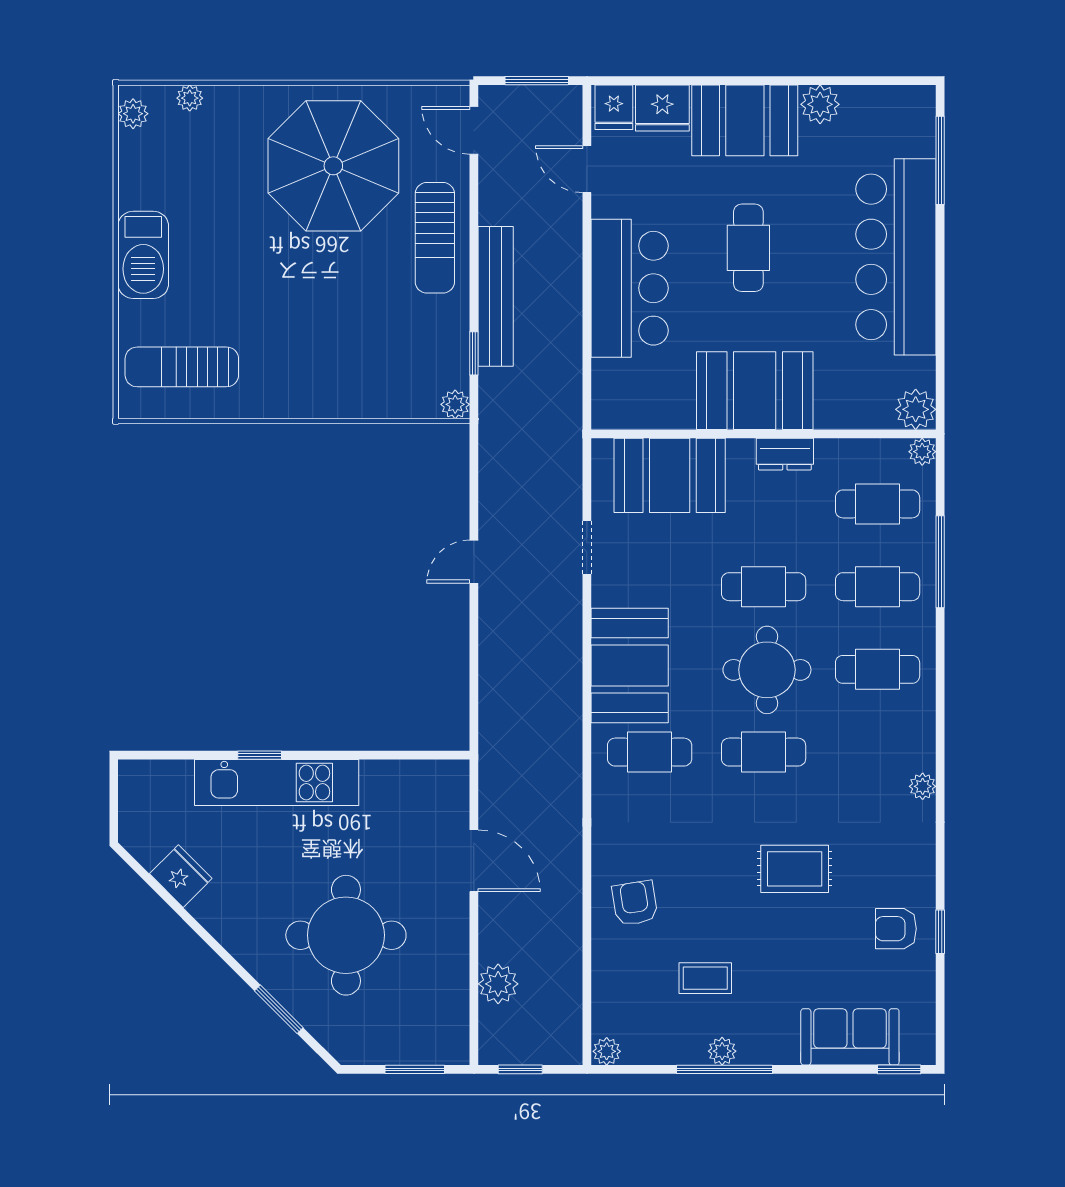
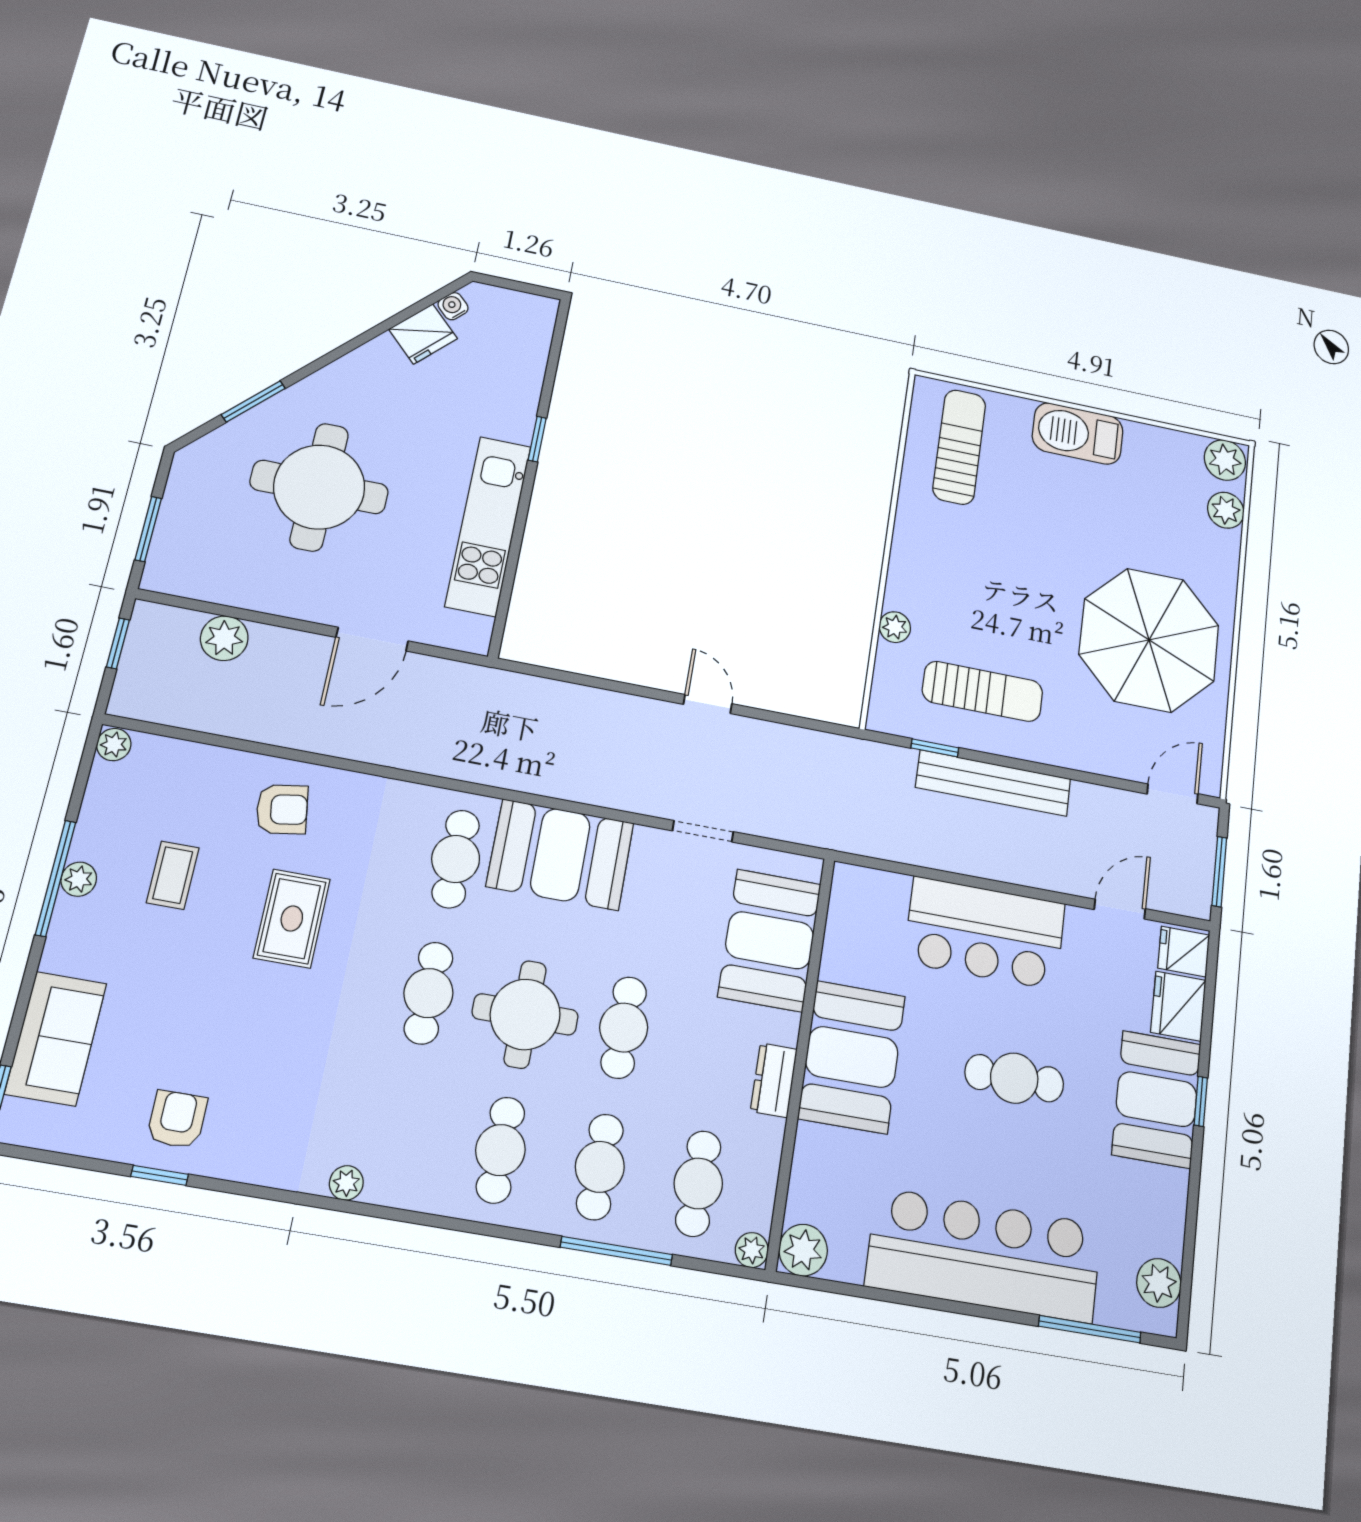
window: (740, 81) -> (1201, 1101), added
plant: (190, 98) -> (1226, 510), width x1.38, depth x1.38
plant: (820, 104) -> (1159, 1283), moved
plant: (133, 114) -> (1225, 460), width x1.38, depth x1.38
sun lounger: (435, 238) -> (983, 691), moved, turned 180
plant: (455, 404) -> (895, 627), moved
kitchen unit: (277, 782) -> (488, 526), moved
water cooler: (147, 855) -> (453, 306), added
rug: (795, 869) -> (292, 918), moved

